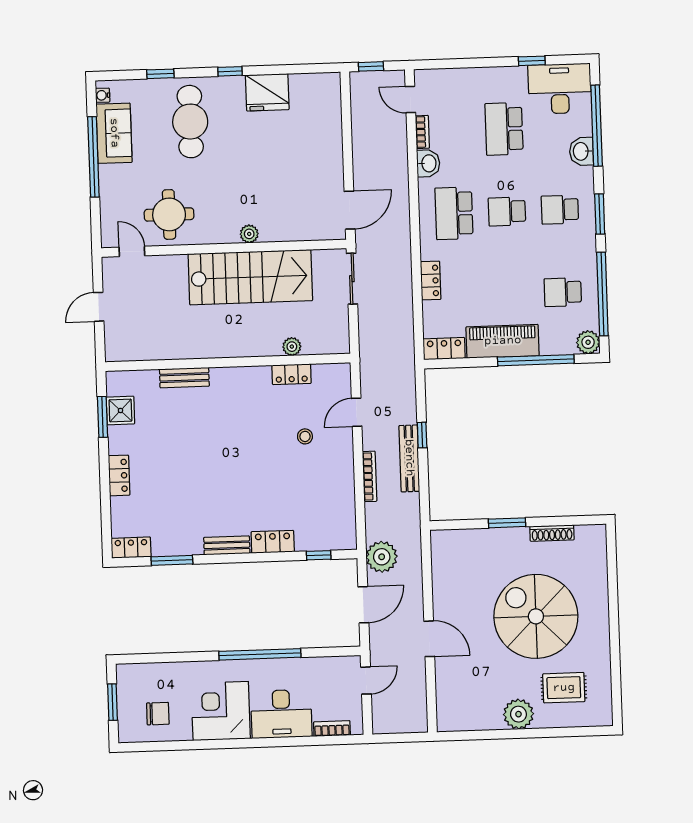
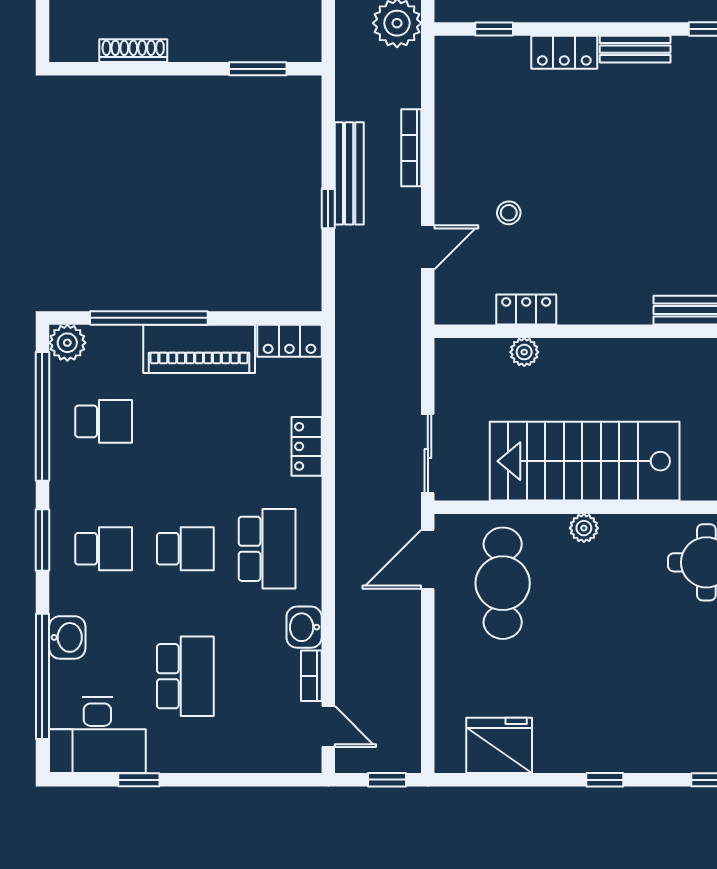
fridge: (267, 92) -> (499, 745), moved
cafe table: (190, 122) -> (503, 583), moved
window: (507, 523) -> (258, 69), moved

